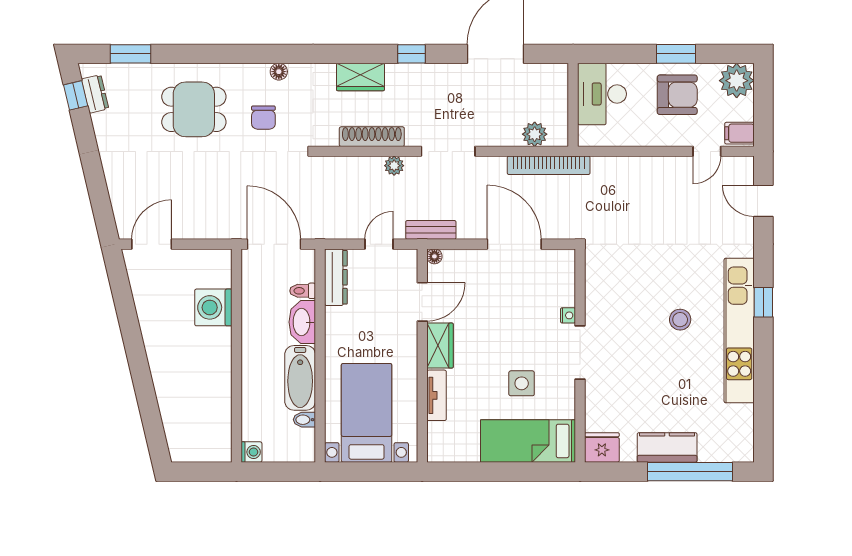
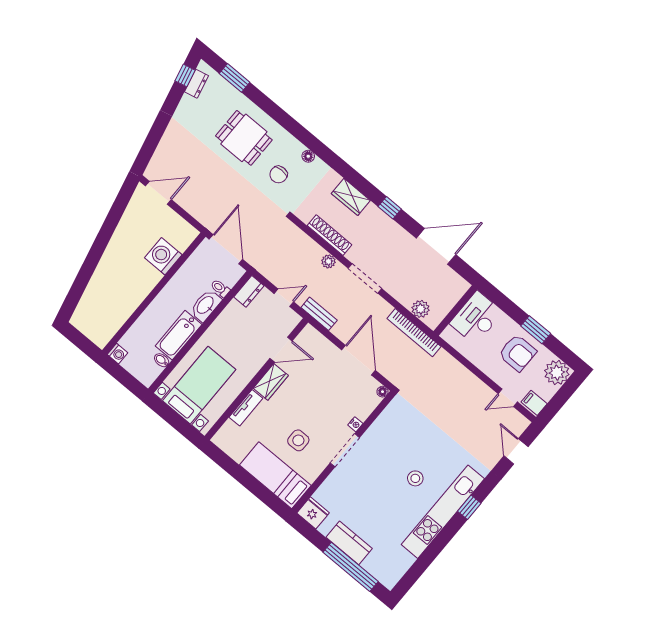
floor lamp: (434, 256) -> (383, 392), moved
dresser: (336, 277) -> (249, 291), width x0.70

